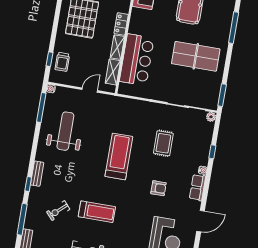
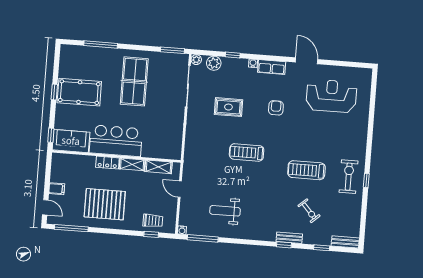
bar counter: (137, 60) -> (116, 141), moved
weight bench: (65, 131) -> (225, 211), width x0.73, depth x0.75
plant: (206, 133) -> (214, 63), added
treadmill: (119, 156) -> (247, 152), width x0.73, depth x0.73
bench: (37, 174) -> (289, 238), moved
treadmill: (97, 212) -> (306, 170), turned -90
window: (22, 219) -> (322, 248), width x0.46

